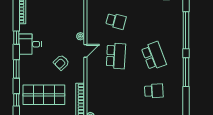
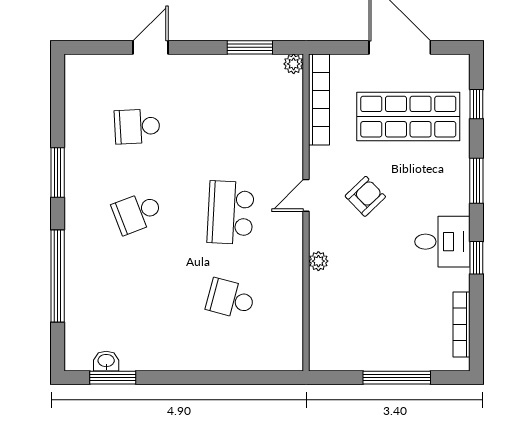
door: (85, 51) -> (306, 195), moved
school desk: (154, 56) -> (137, 213), width x0.54
window: (186, 72) -> (58, 173), width x0.69

